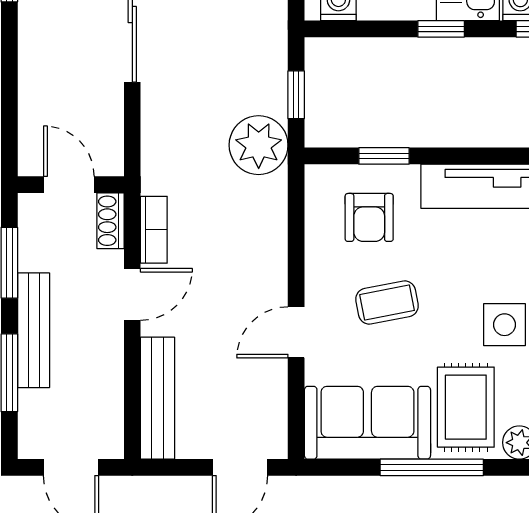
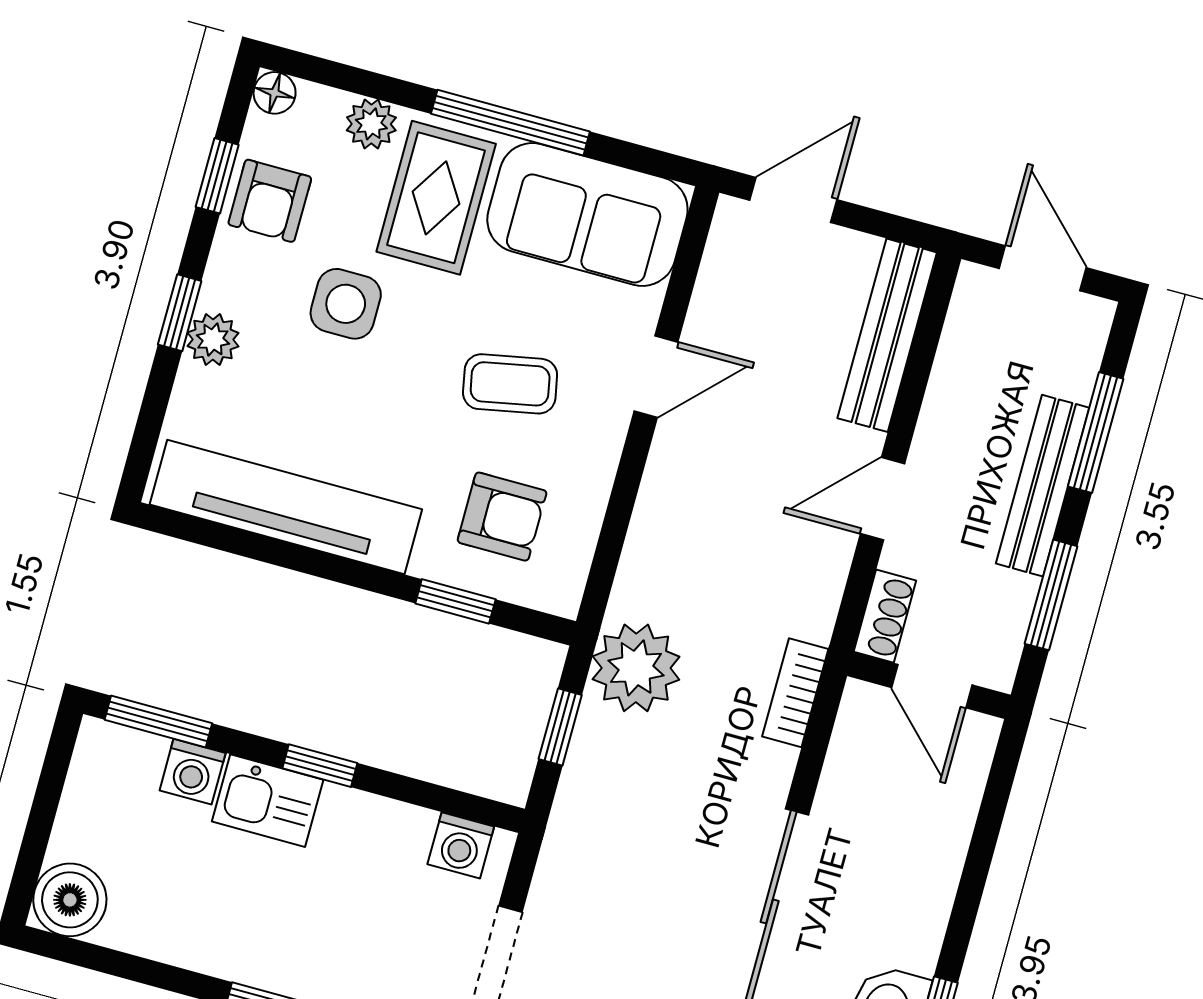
armchair: (369, 217) -> (502, 517), turned 90
bookcase: (154, 230) -> (795, 693), moved

